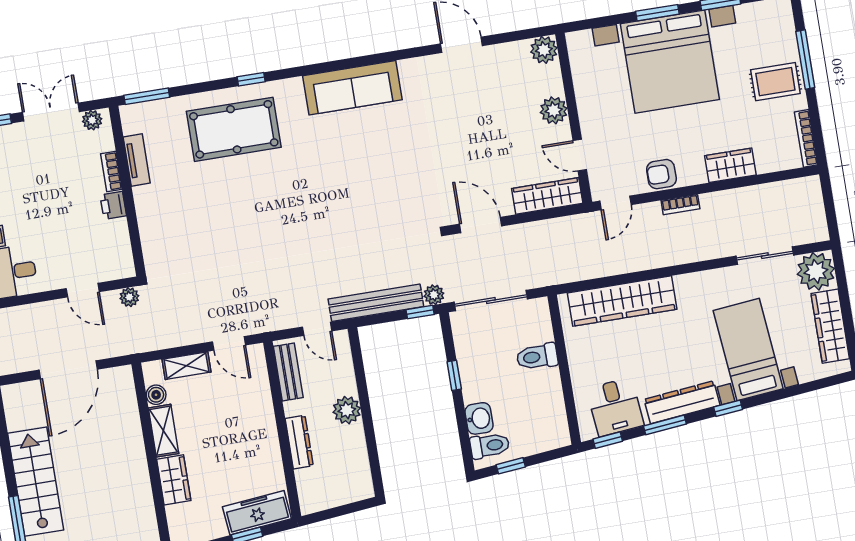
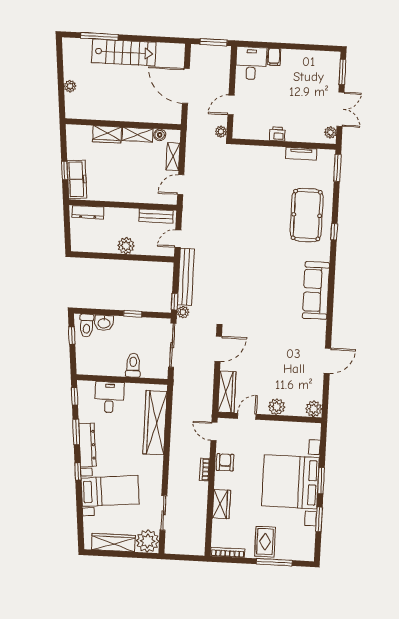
bookcase: (111, 172) -> (298, 137), removed
desk: (615, 407) -> (109, 397), moved, turned 96
dresser: (299, 442) -> (88, 212), moved

